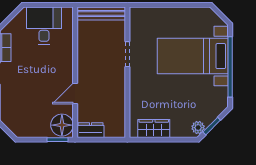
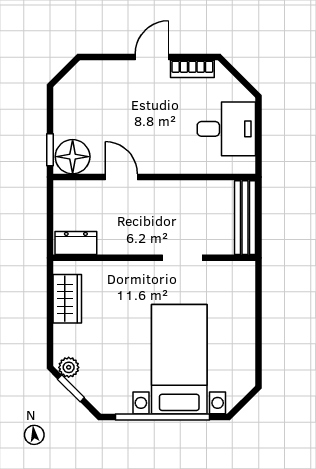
dresser: (91, 130) -> (76, 243), moved, turned -90

